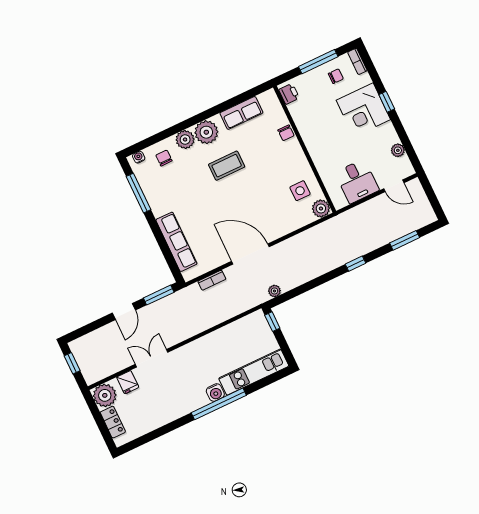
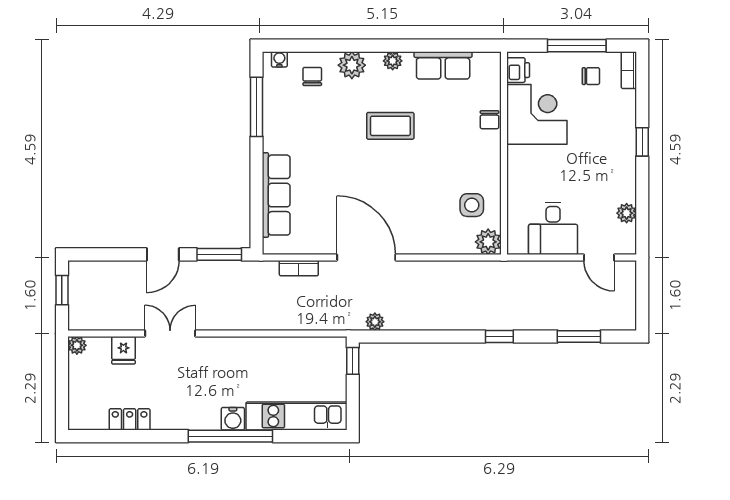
corner desk: (363, 110) -> (537, 114), moved, turned 180
plant: (206, 132) -> (393, 61), width x0.53, depth x0.53
plant: (105, 395) -> (77, 345), width x0.53, depth x0.53
locker: (113, 422) -> (130, 419), moved, turned -90

